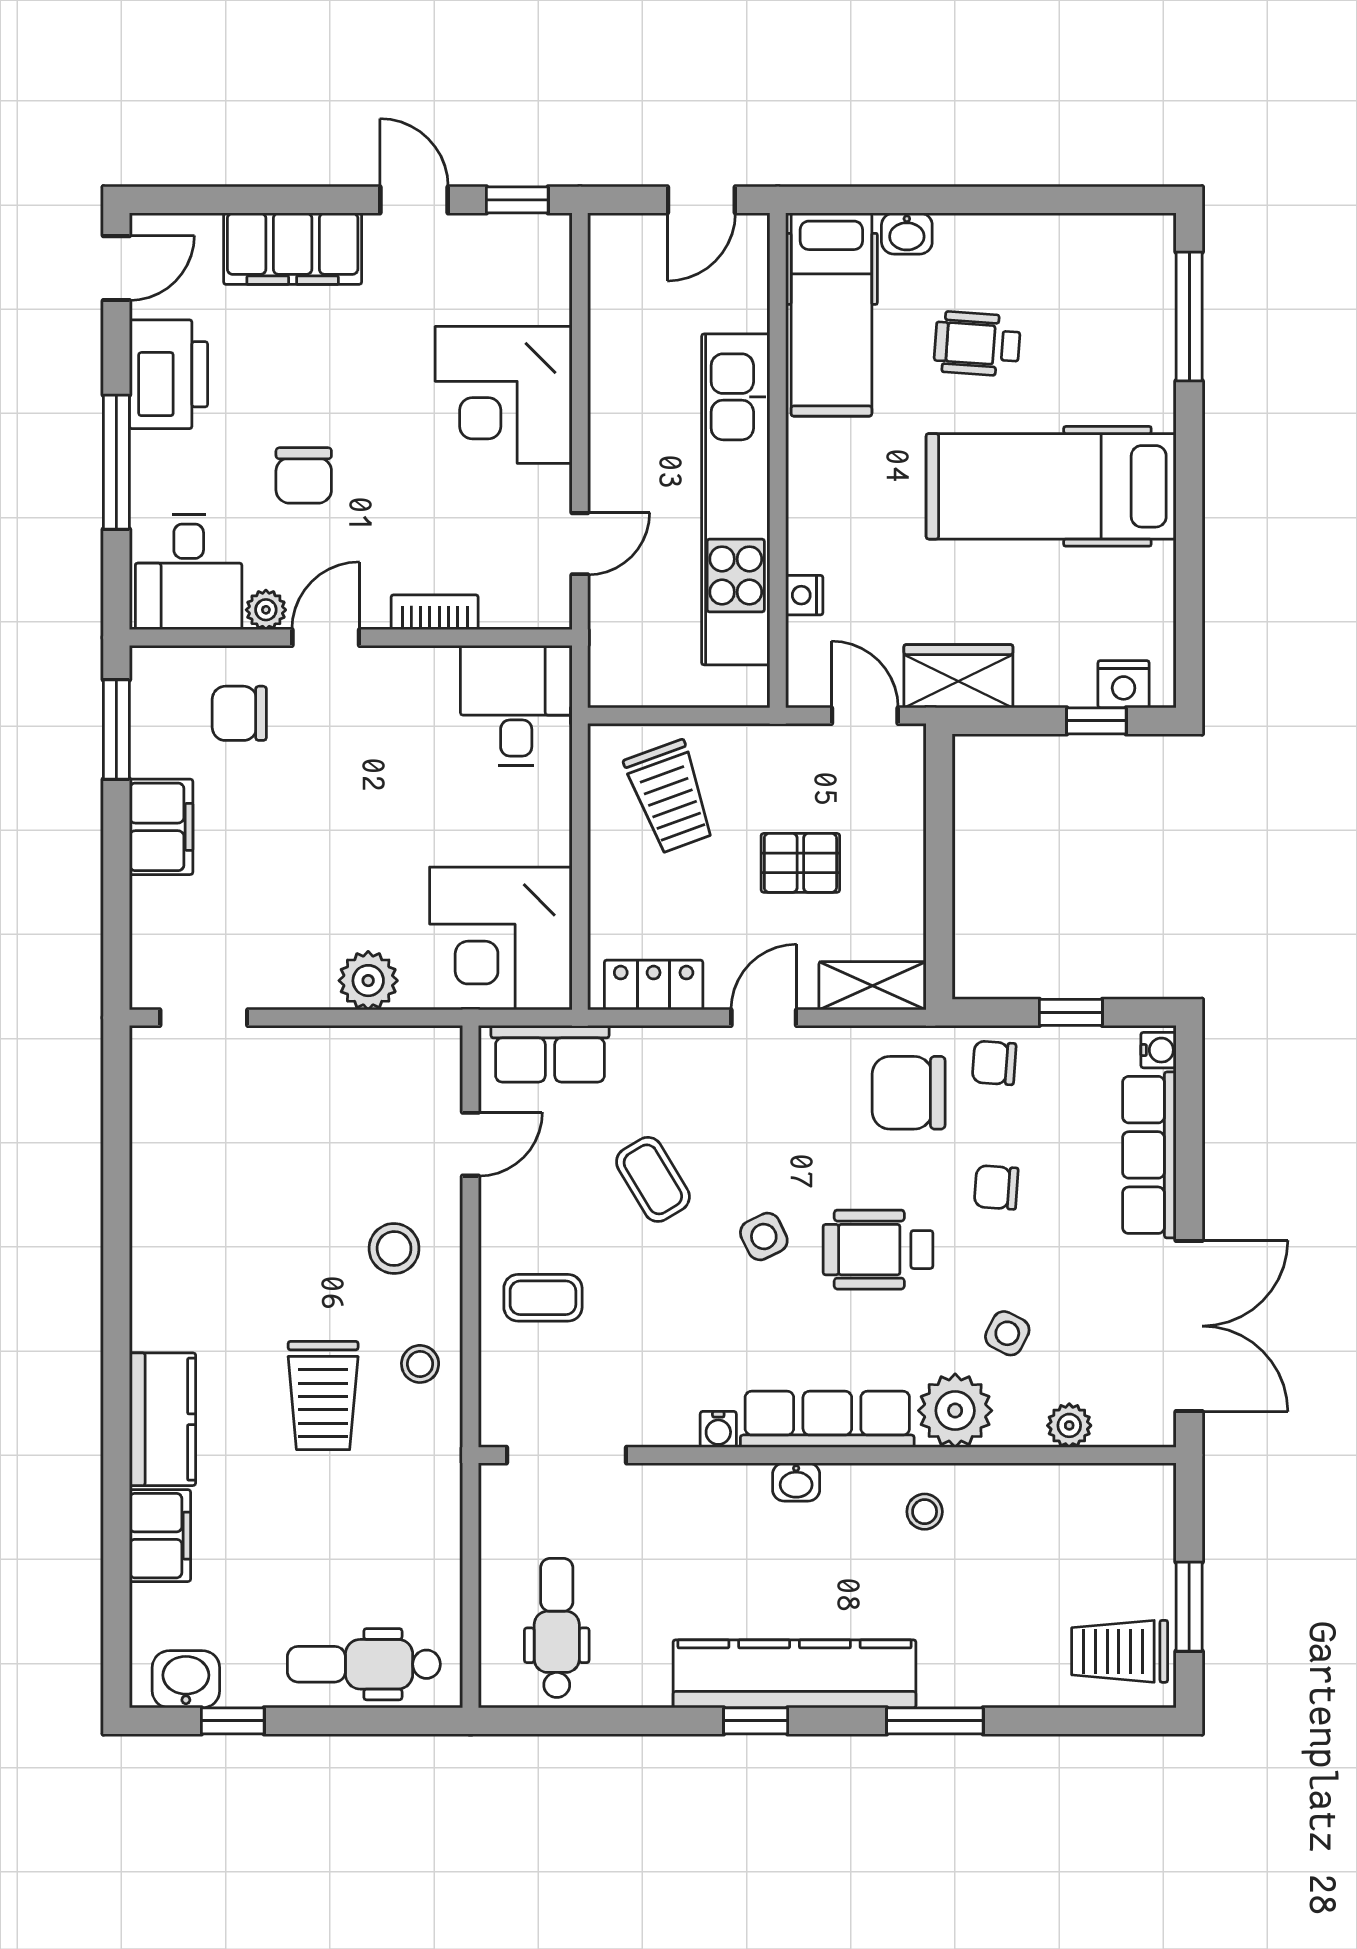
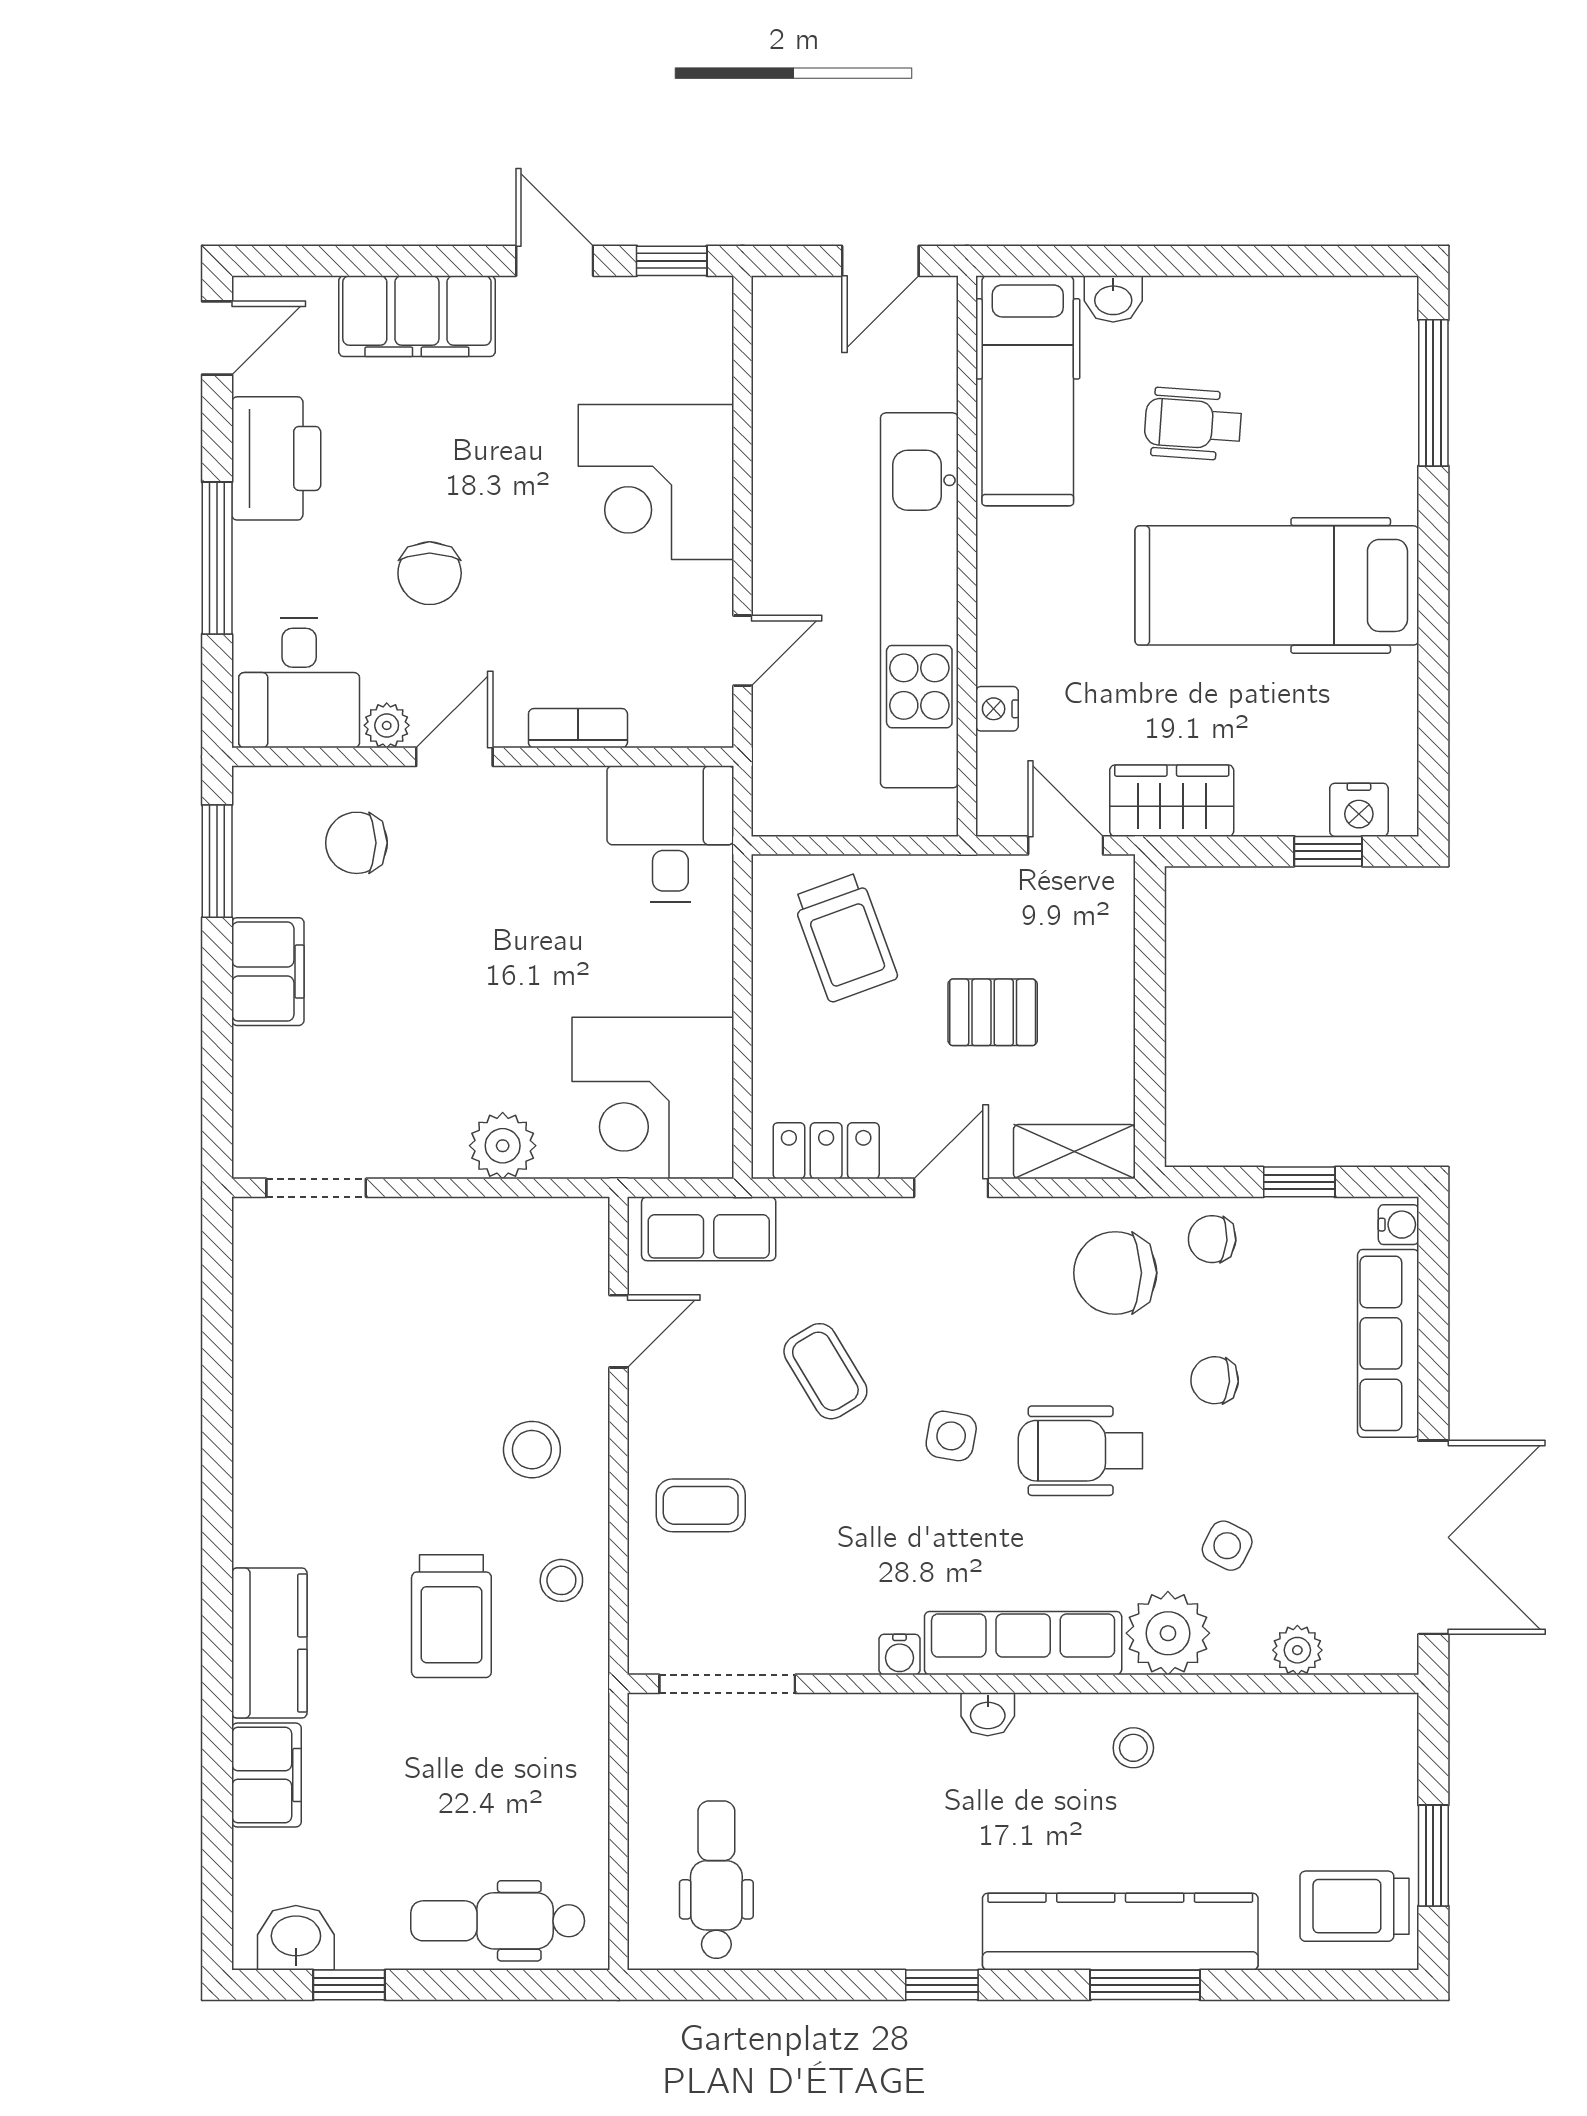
side table: (764, 1236) -> (951, 1436), turned 36
kitchen counter: (795, 1674) -> (1120, 1932), moved

